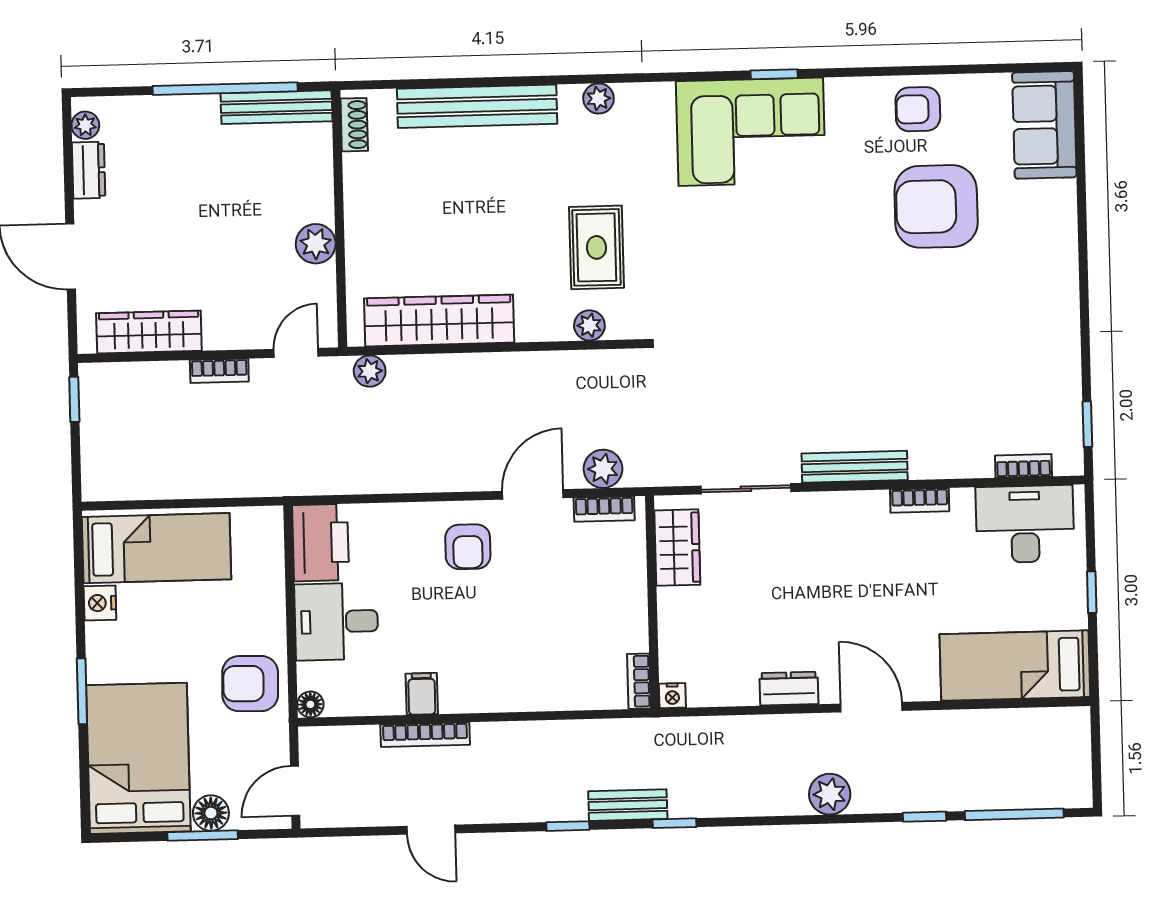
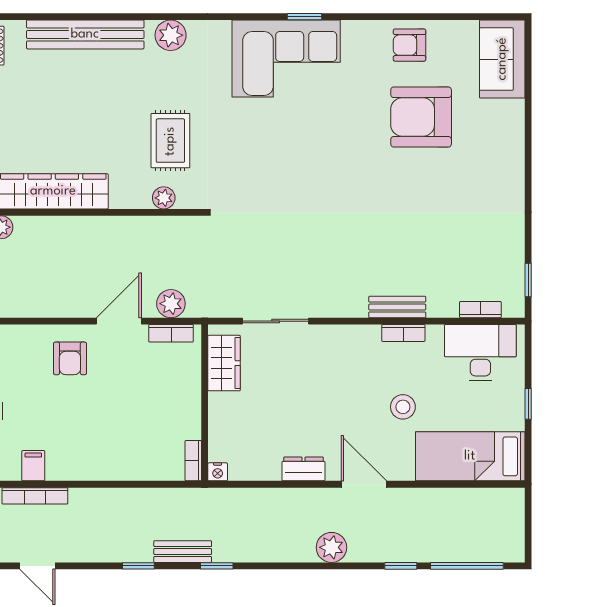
plant: (599, 98) -> (171, 35), width x1.38, depth x1.38
bench: (855, 467) -> (397, 307), moved, width x0.73
stool: (922, 601) -> (403, 407), added

